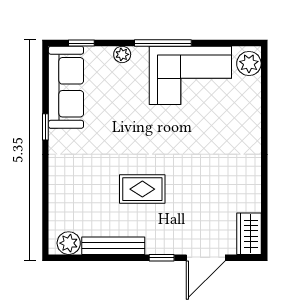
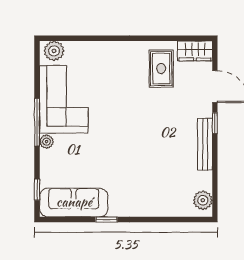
plant: (122, 54) -> (47, 142), moved
rug: (142, 189) -> (161, 69), moved
bench: (113, 246) -> (205, 144), moved

